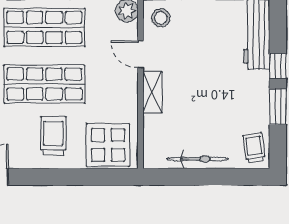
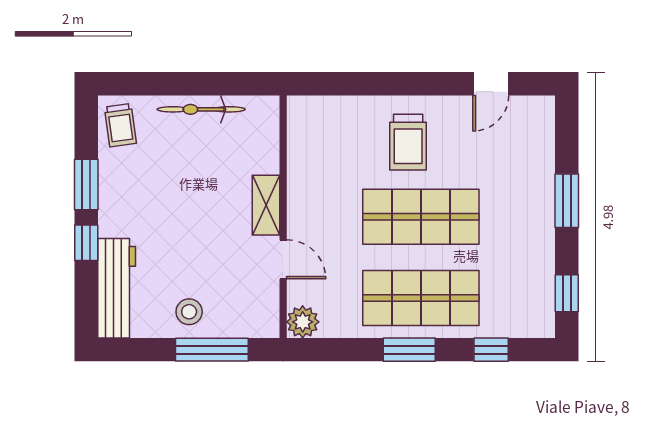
stool: (161, 18) -> (189, 312), moved
display table: (108, 145) -> (330, 129), removed

